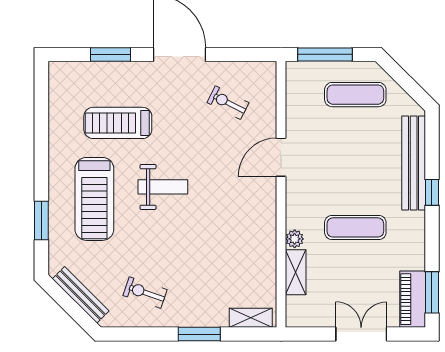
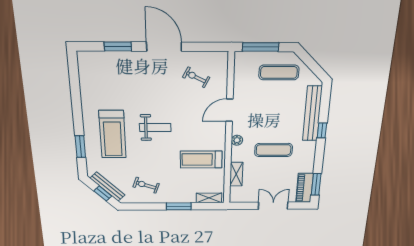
treadmill: (118, 123) -> (201, 159), moved
plant: (295, 239) -> (237, 140), moved
window: (72, 308) -> (103, 193), added

